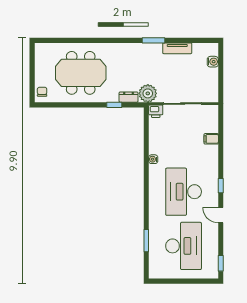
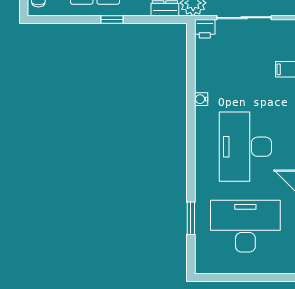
window: (114, 105) -> (112, 19), moved
desk: (184, 246) -> (245, 226), turned -90

